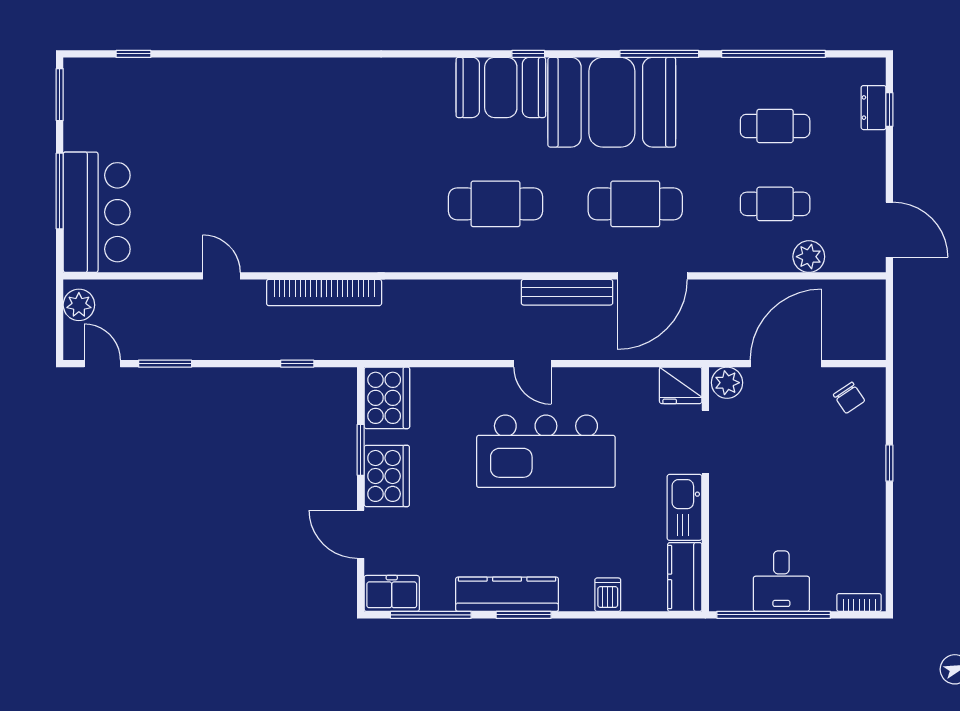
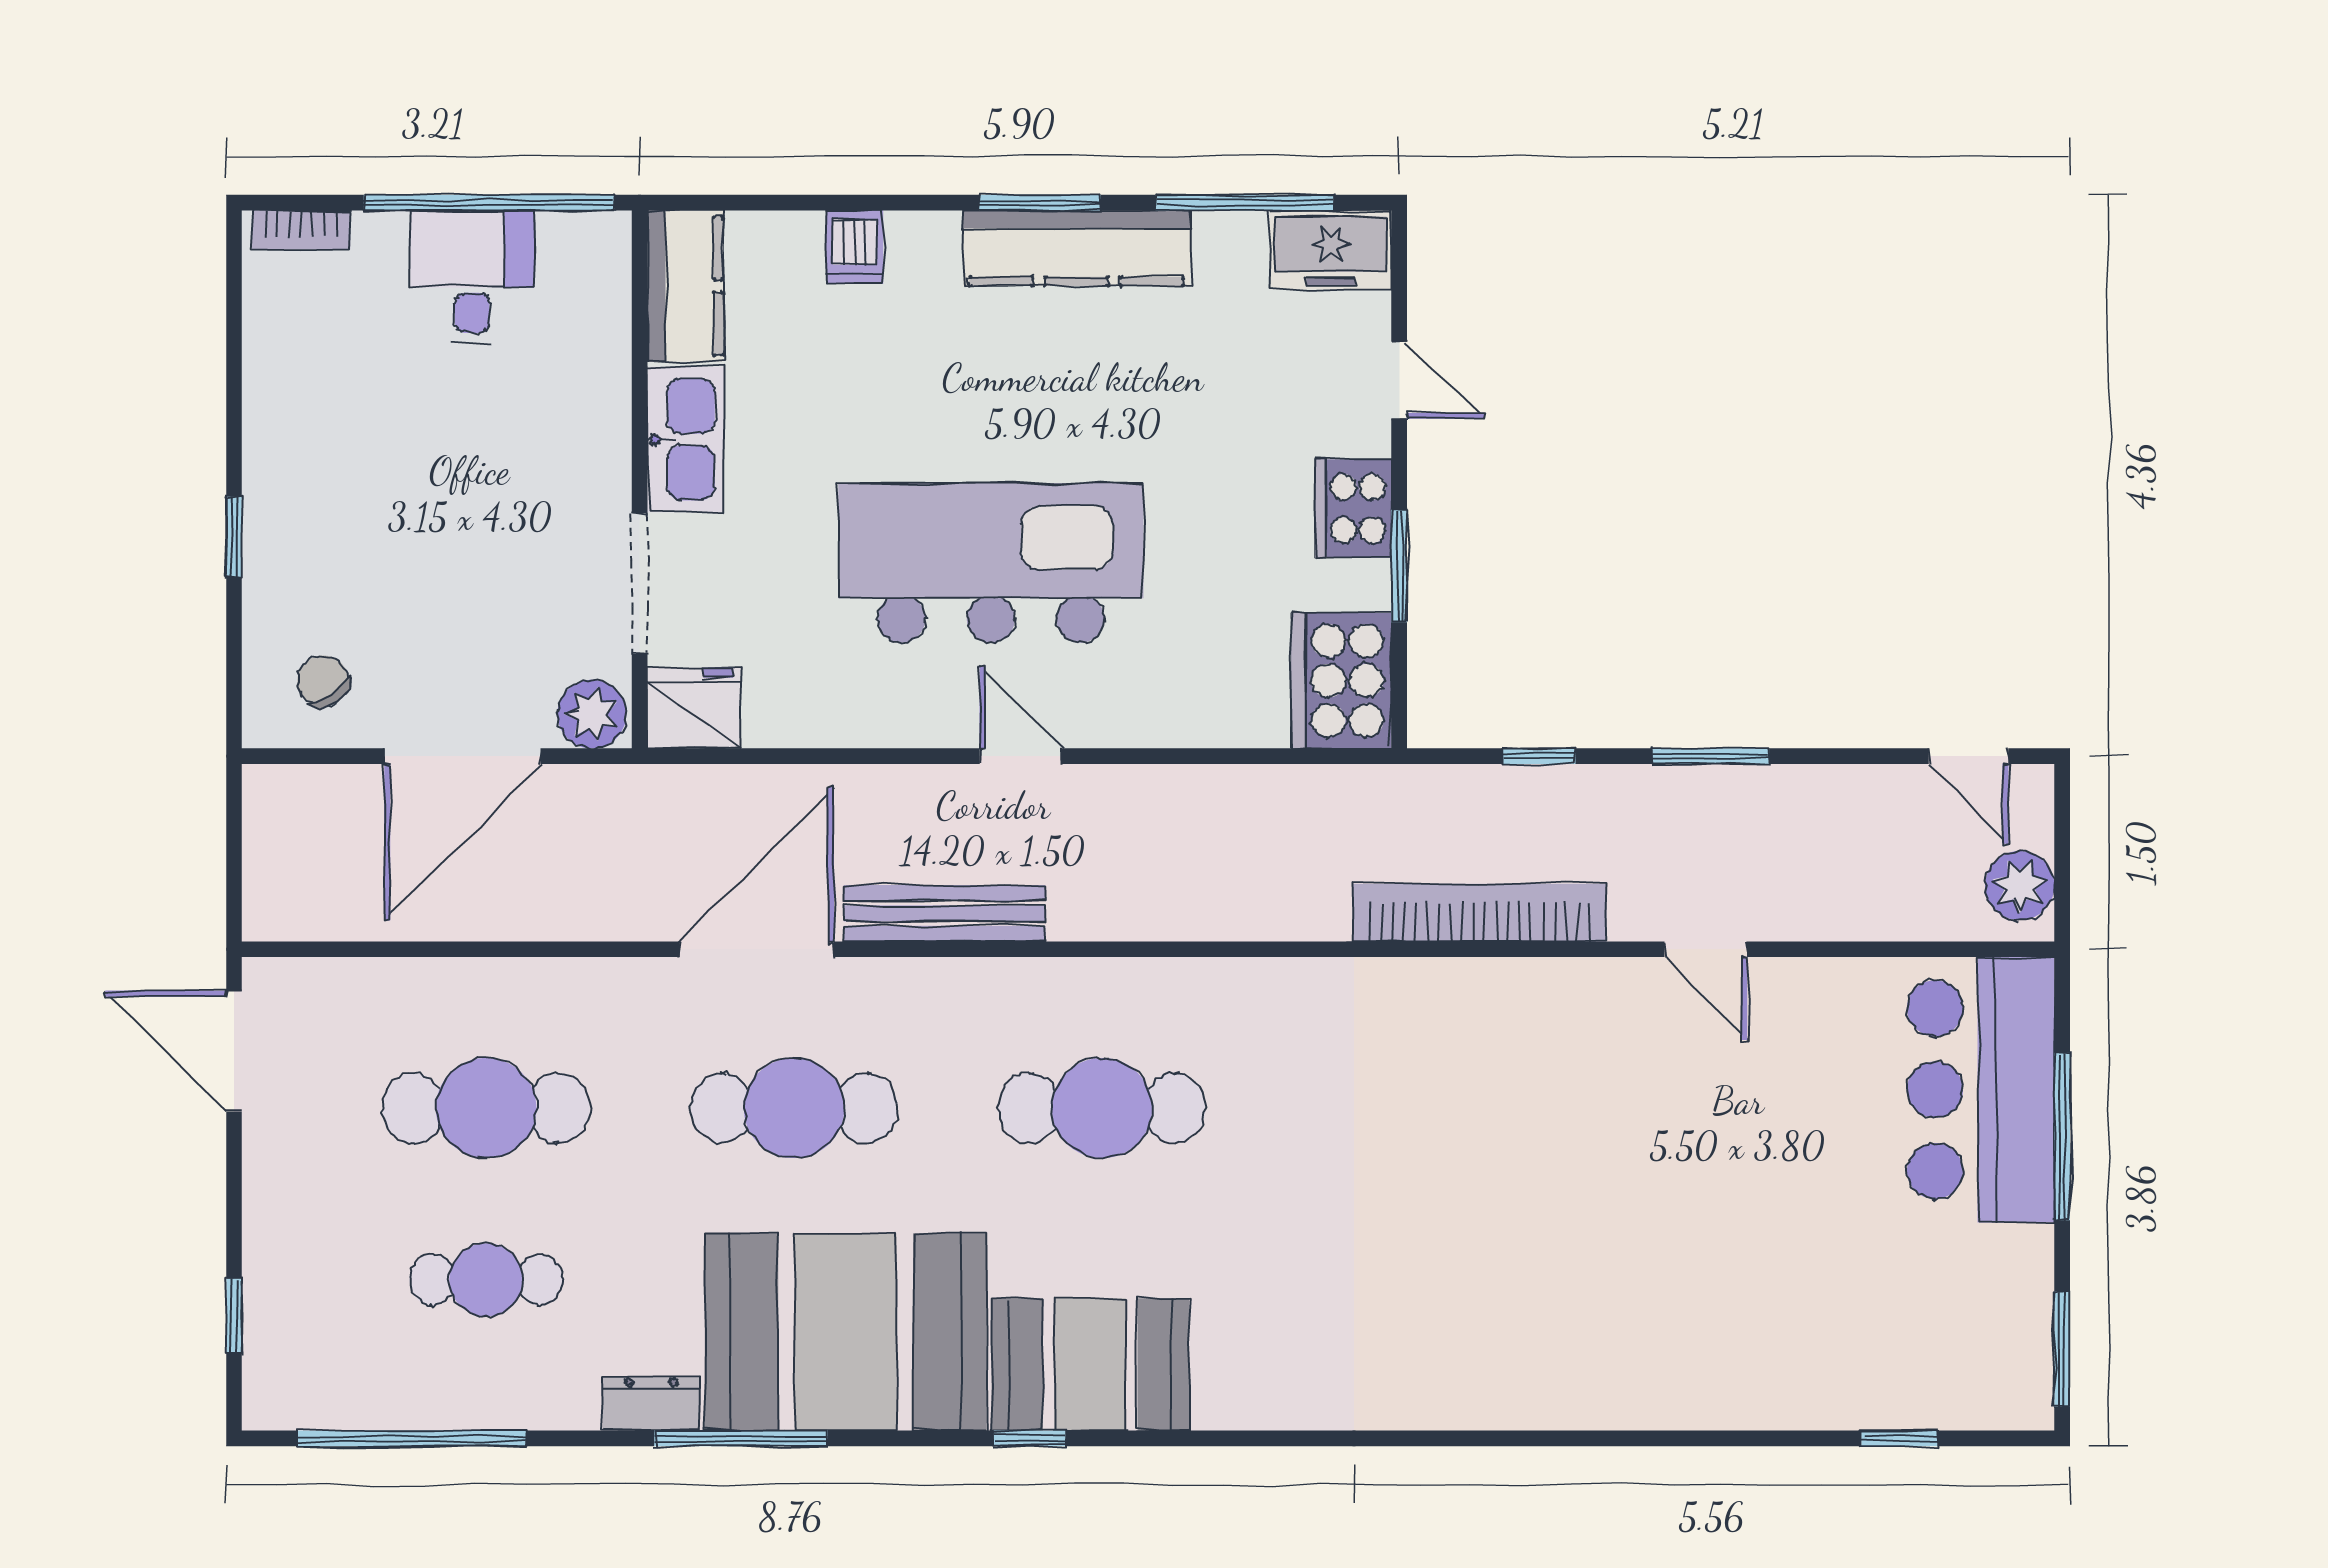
window: (774, 54) -> (412, 1438), moved
dresser: (874, 108) -> (651, 1403), moved, turned -90
cafe table: (775, 204) -> (486, 1108), width x1.37, depth x1.35
plant: (809, 257) -> (412, 992), removed
window: (165, 364) -> (1711, 756), moved
cooker: (387, 476) -> (1353, 509), width x0.73, depth x0.76
door: (361, 534) -> (1399, 380), width x0.73

